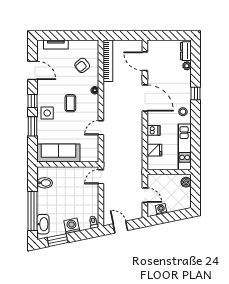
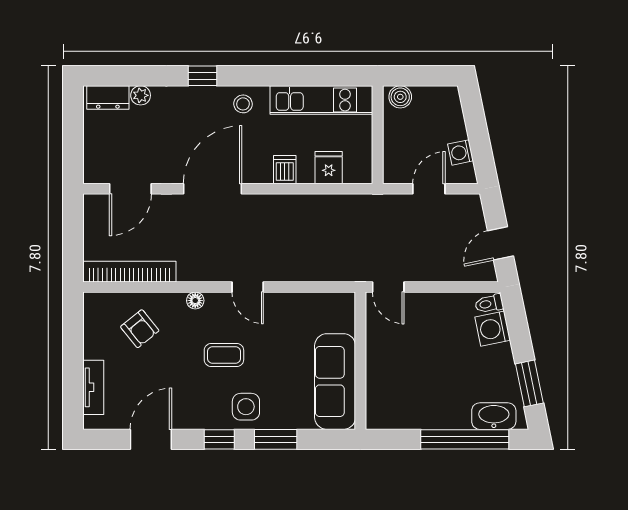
door: (101, 128) -> (248, 287), moved
bidet: (45, 183) -> (402, 412), removed
washing machine: (72, 226) -> (493, 329), moved

